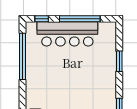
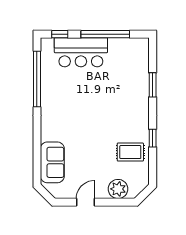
bar counter: (67, 34) -> (81, 52), width x0.73

